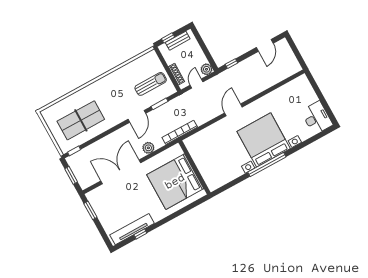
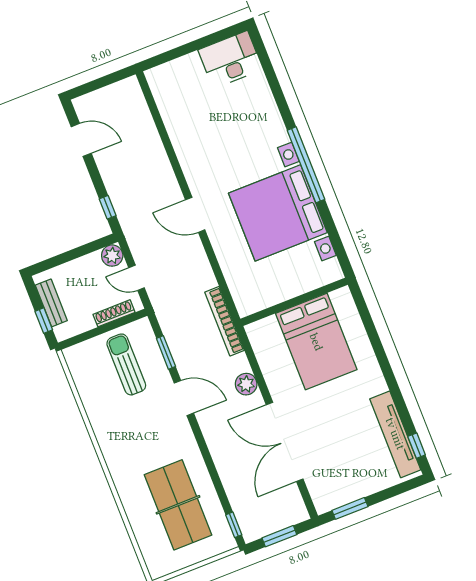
bed with nightstands: (264, 140) -> (278, 213), moved
bed: (175, 182) -> (316, 342), width x0.73
window: (140, 234) -> (417, 446), moved

